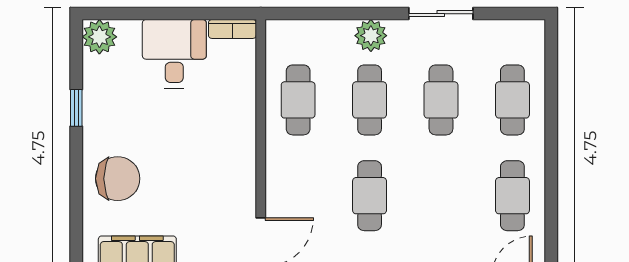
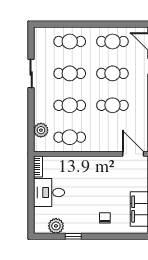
plant: (371, 36) -> (41, 130), moved
plant: (99, 37) -> (56, 226), moved
chair: (118, 179) -> (105, 218), width x0.54, depth x0.54
cafe table: (441, 196) -> (112, 73), added

